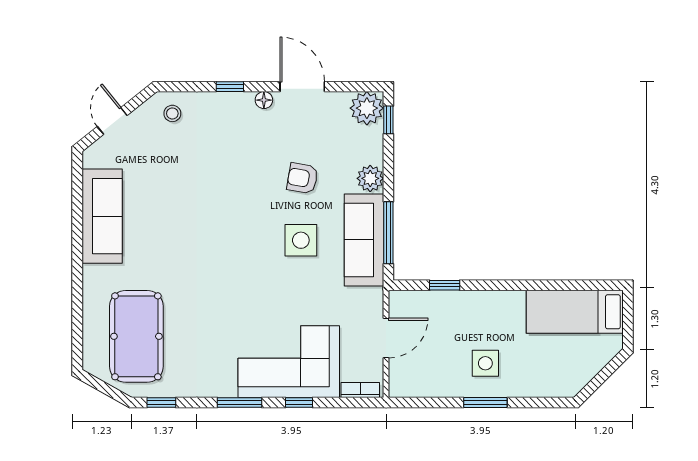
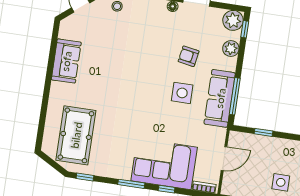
plant: (370, 178) -> (231, 49), moved
sofa: (102, 216) -> (66, 61), width x0.73

